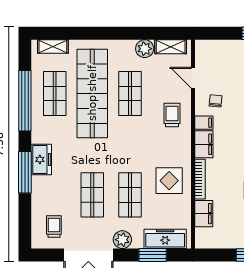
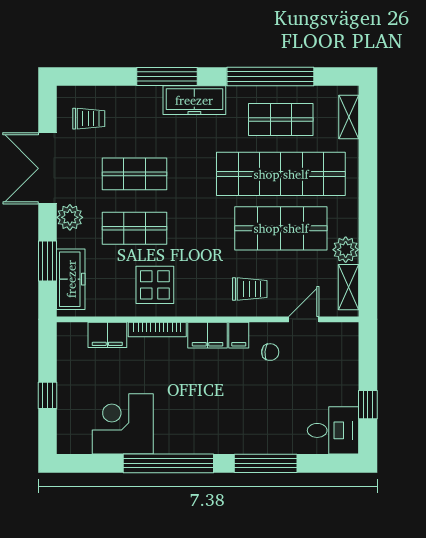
shop shelf: (130, 93) -> (281, 228), width x1.43, depth x1.36
freezer: (41, 159) -> (194, 100), width x1.40

